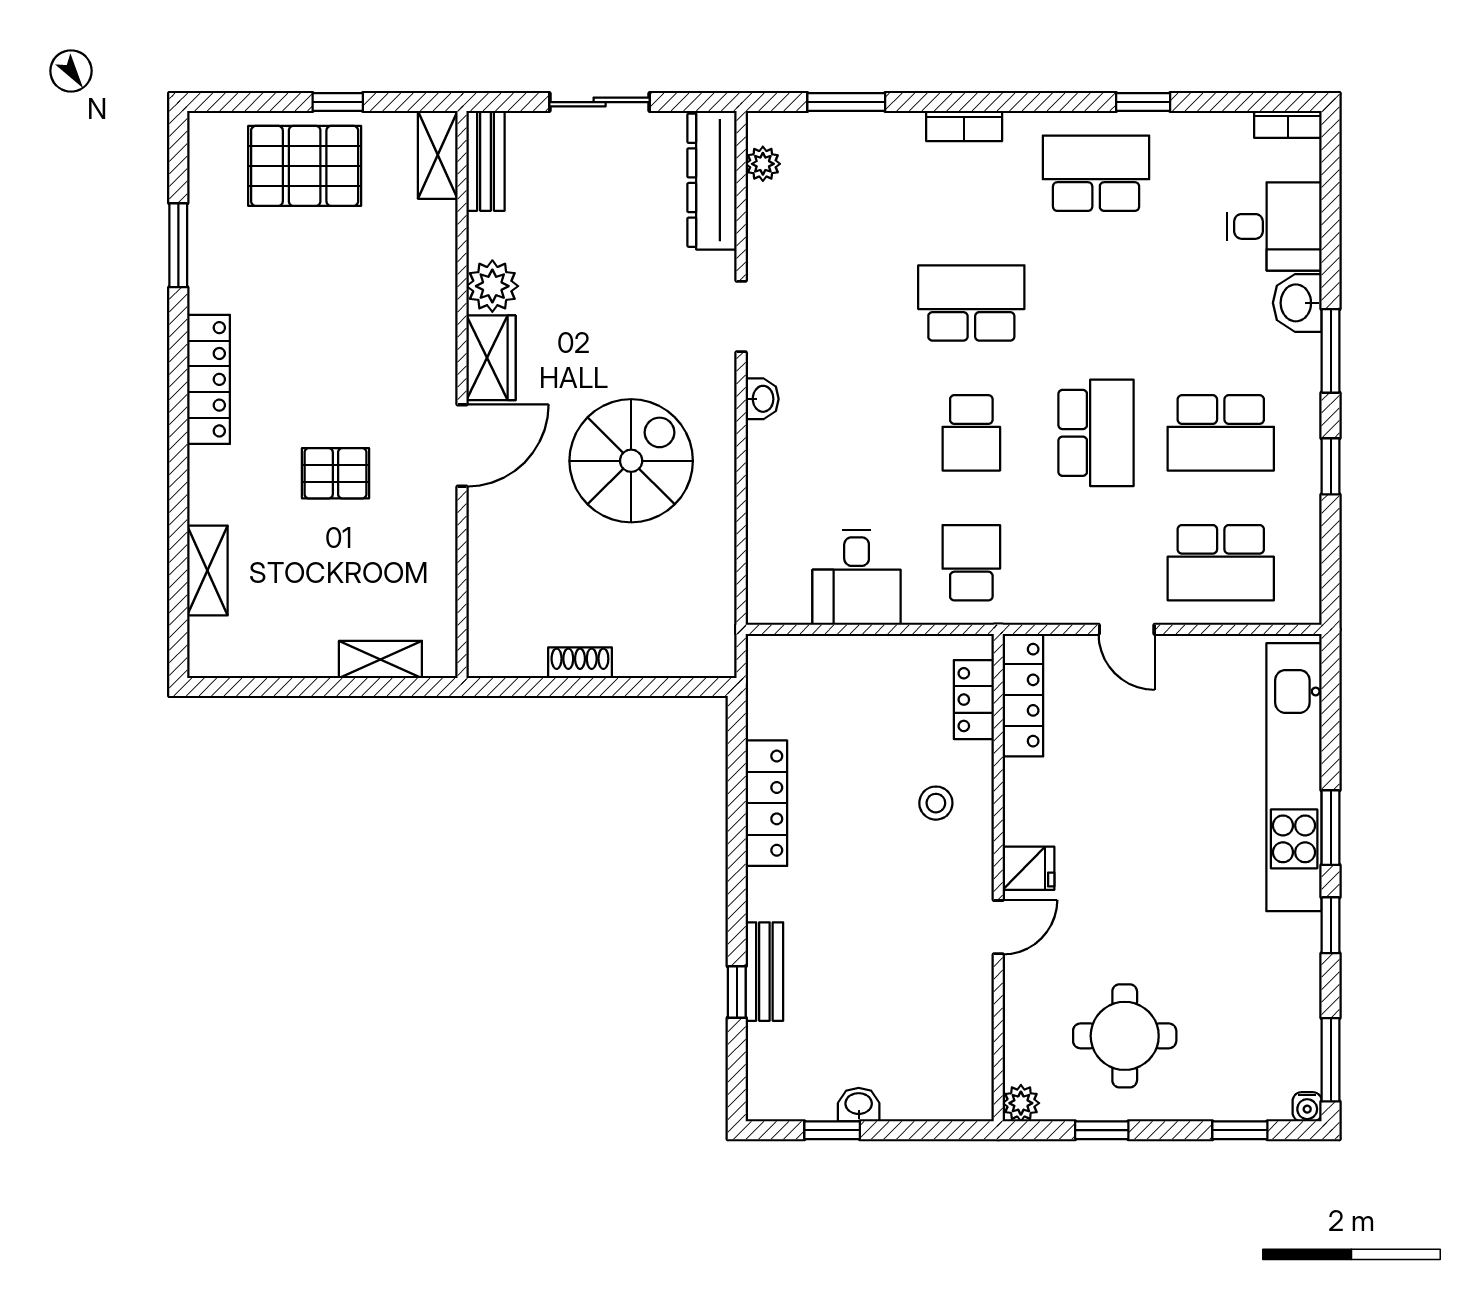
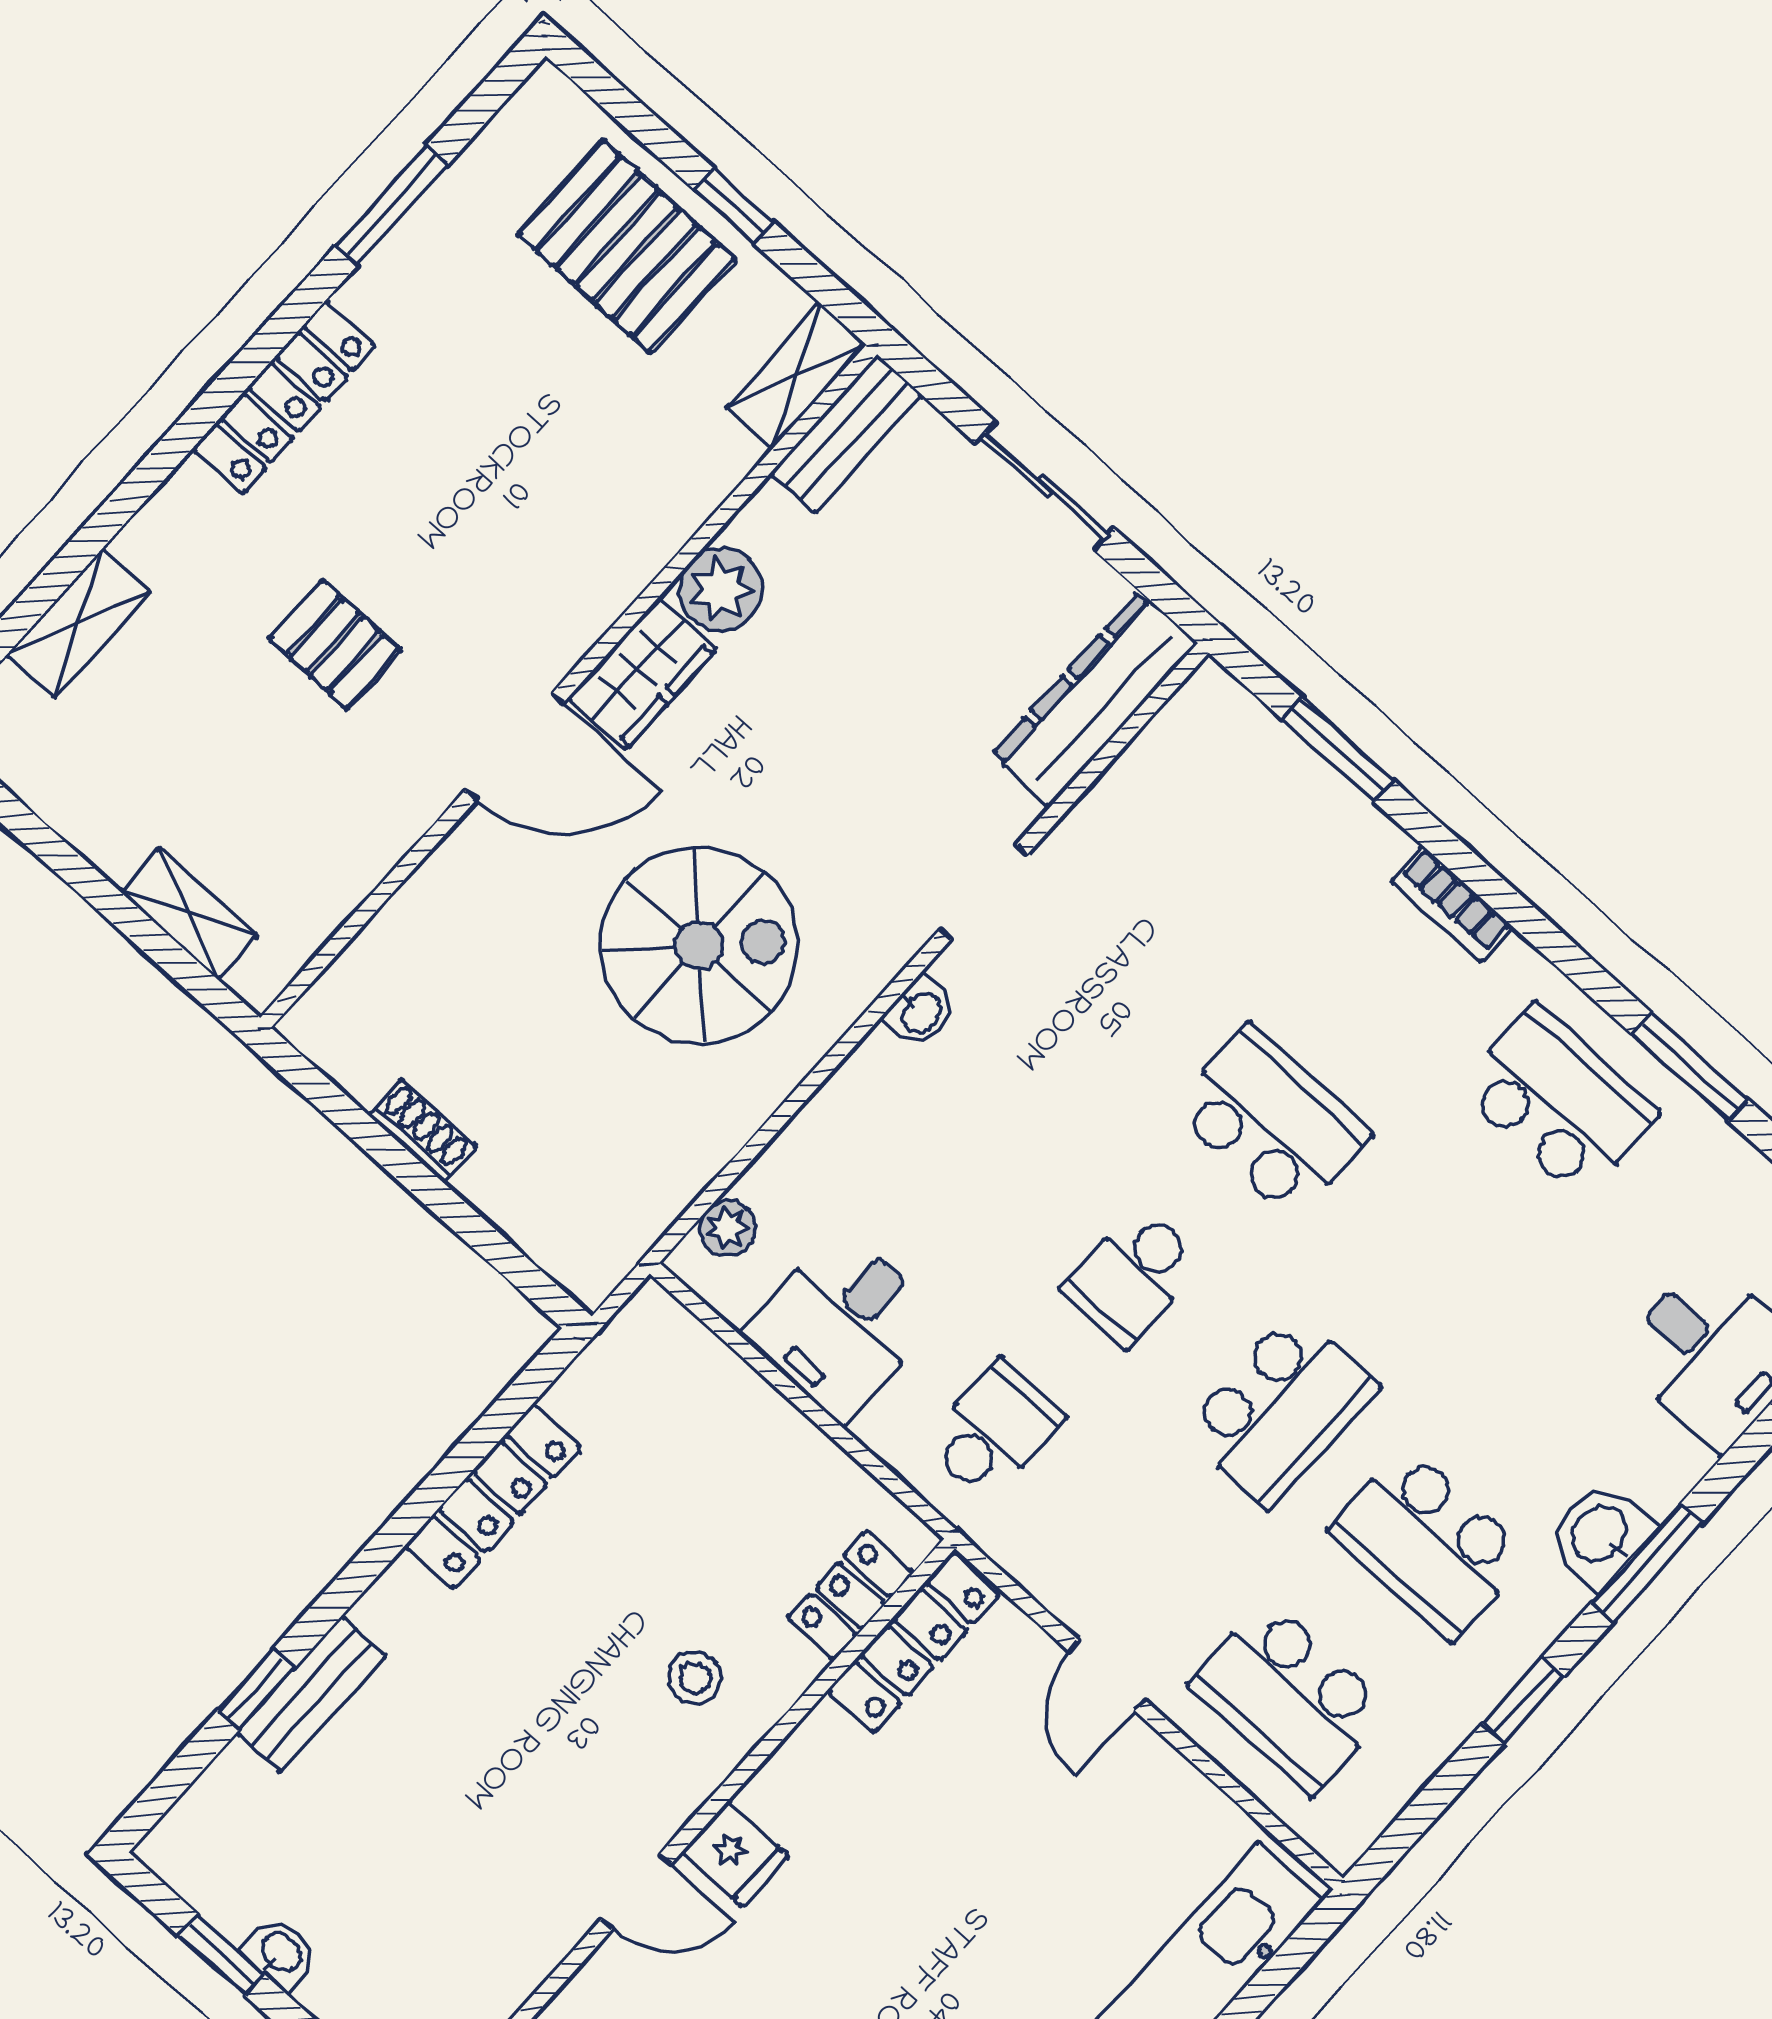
window: (1143, 102) -> (1690, 1067), width x1.50
plant: (763, 164) -> (728, 1228), moved
washbasin: (1297, 303) -> (1600, 1535), moved

